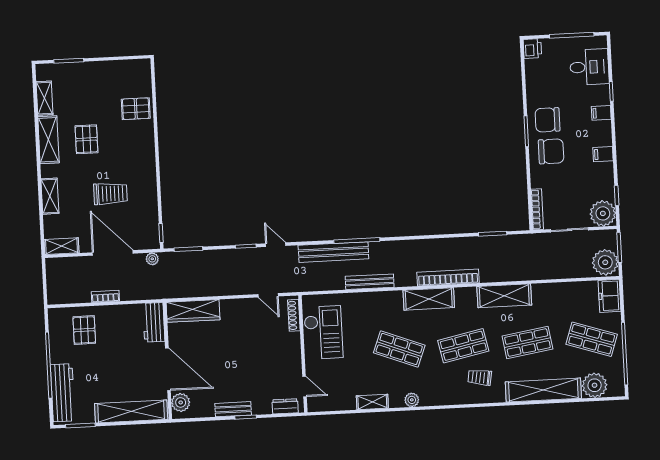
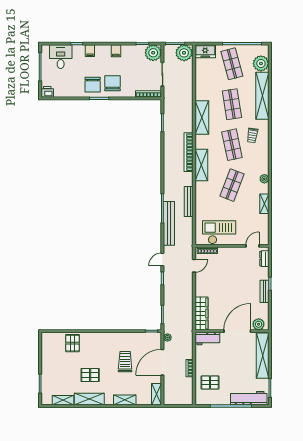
shop shelf: (592, 339) -> (232, 64), turned -33

